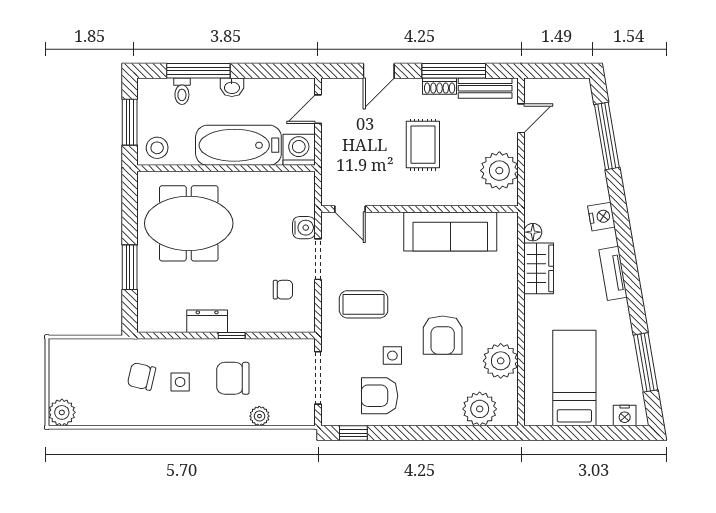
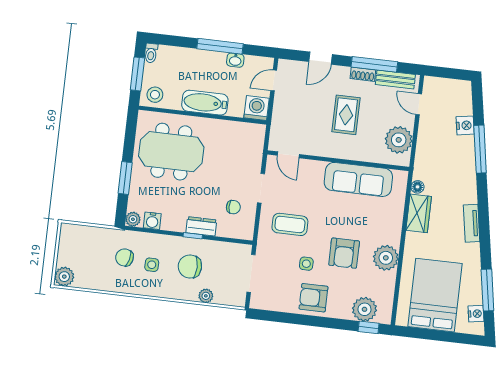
window: (198, 71) -> (220, 46), moved
washbasin: (232, 87) -> (235, 60), moved
toilet: (182, 91) -> (151, 53), moved
door: (521, 118) -> (419, 104), swing flipped
window: (607, 136) -> (480, 149), moved
bathtub: (238, 145) -> (205, 103), width x0.73, depth x0.73
nightstand: (601, 217) -> (465, 125), moved
water cooler: (304, 228) -> (152, 221), moved, turned 90
dresser: (207, 321) -> (201, 226), moved
plant: (147, 323) -> (133, 219), added
plant: (501, 361) -> (386, 258), moved
bed: (574, 378) -> (435, 295), width x1.50
armchair: (380, 396) -> (313, 298), moved
nightstand: (625, 416) -> (476, 314), moved, turned -100
window: (353, 433) -> (369, 327), moved

